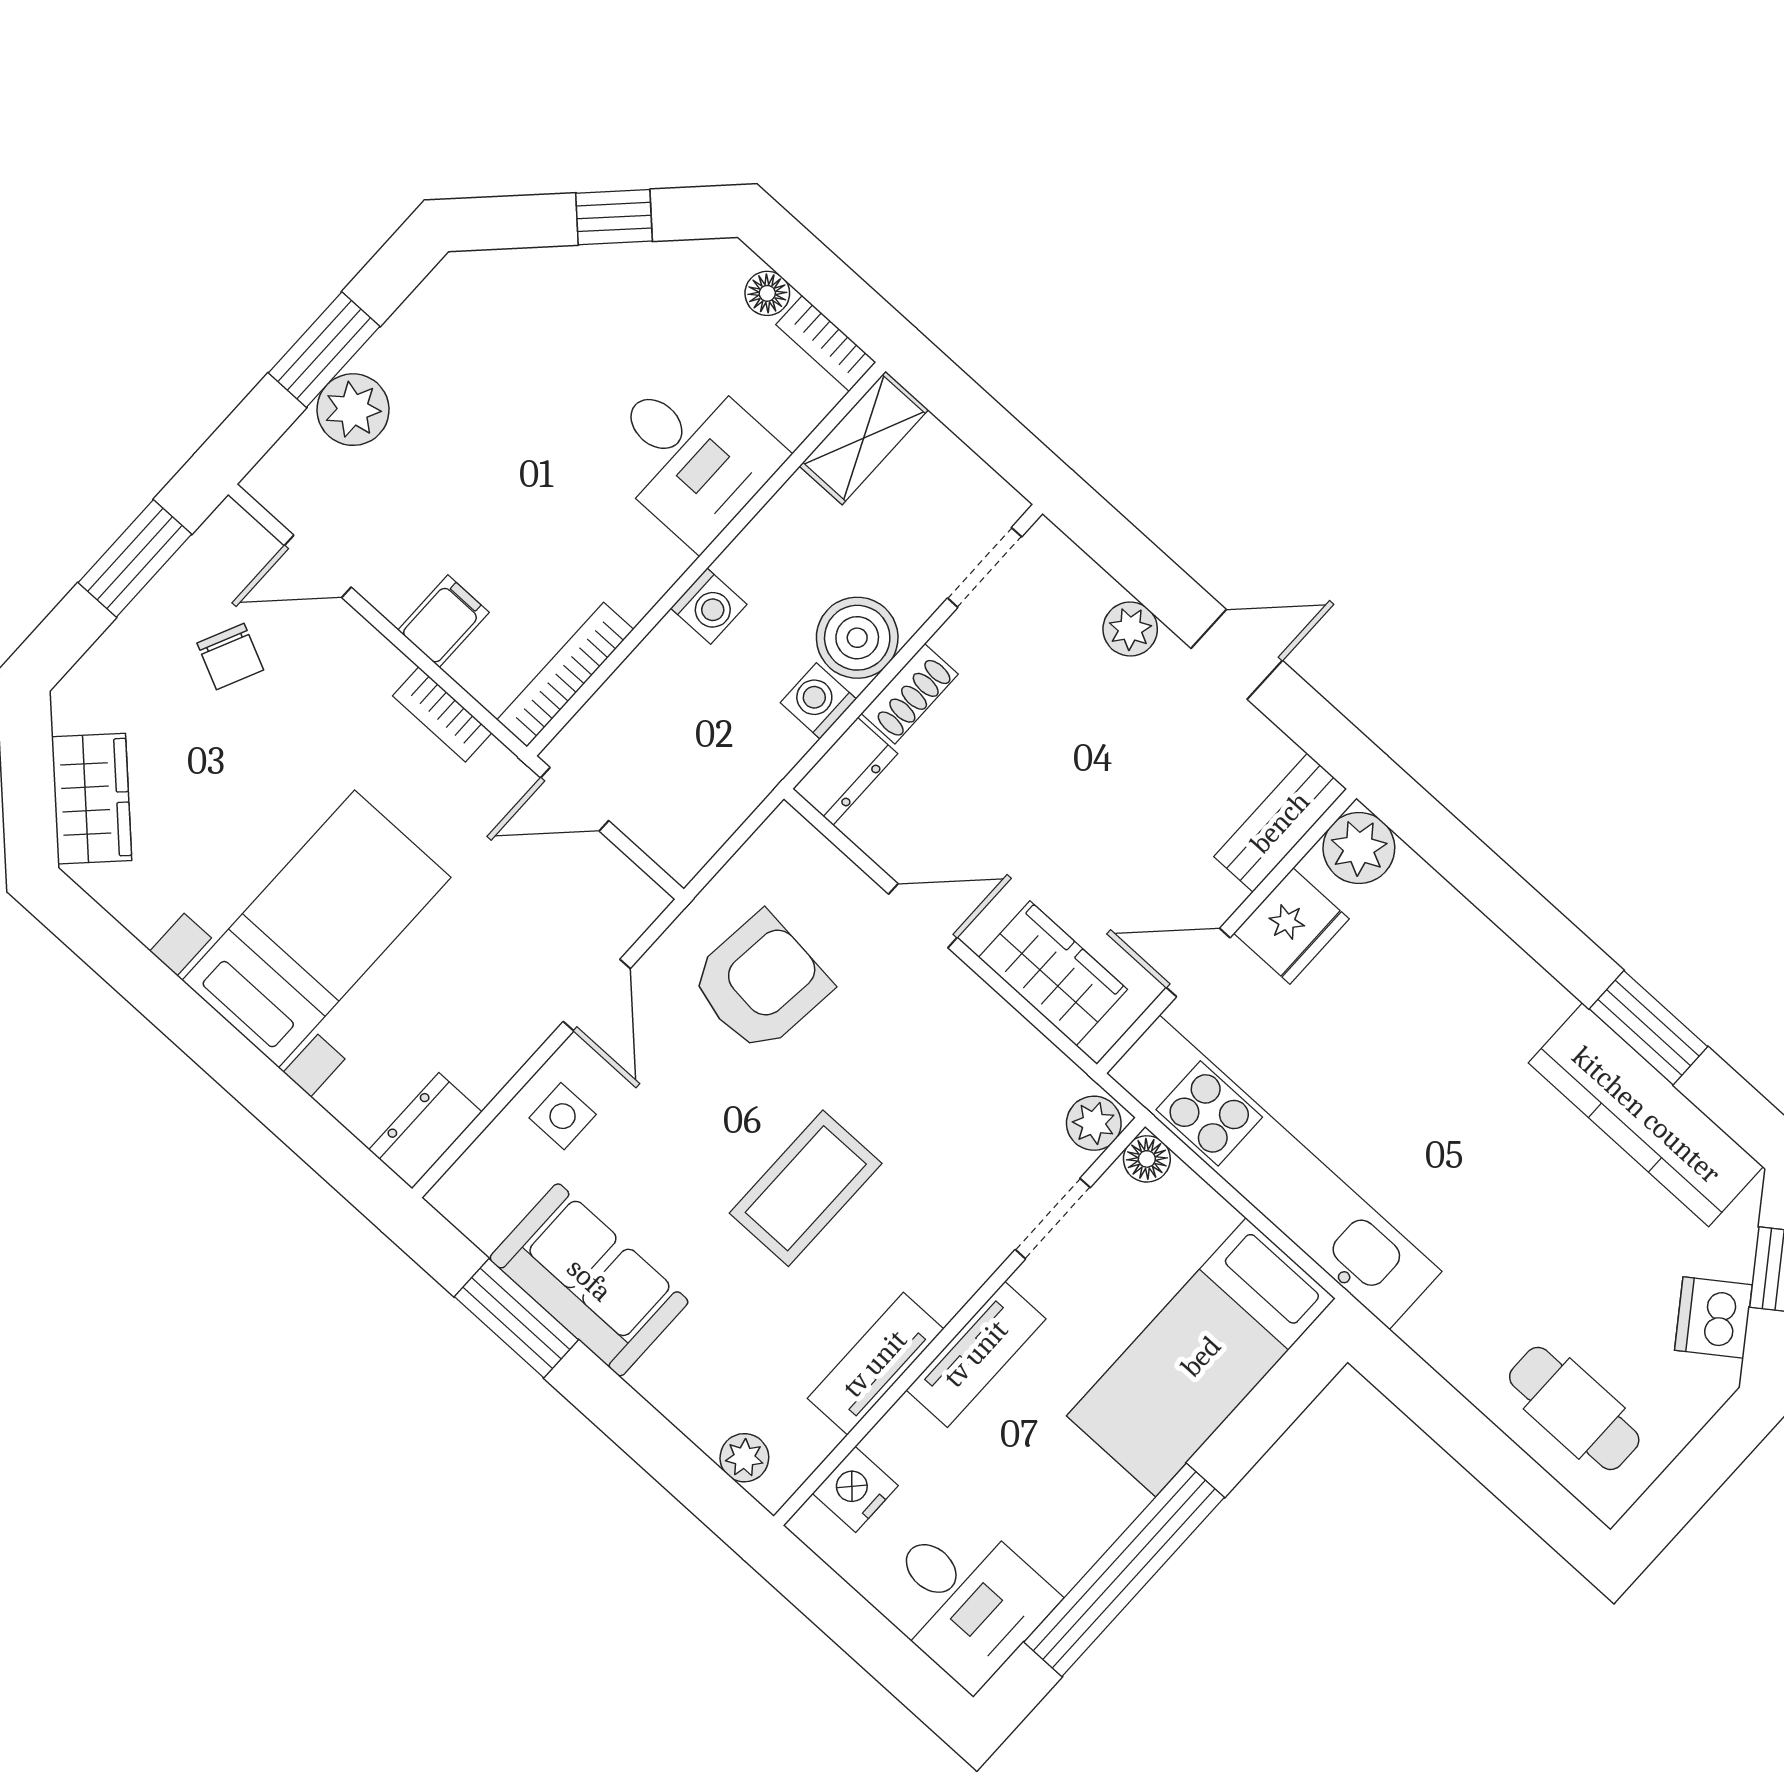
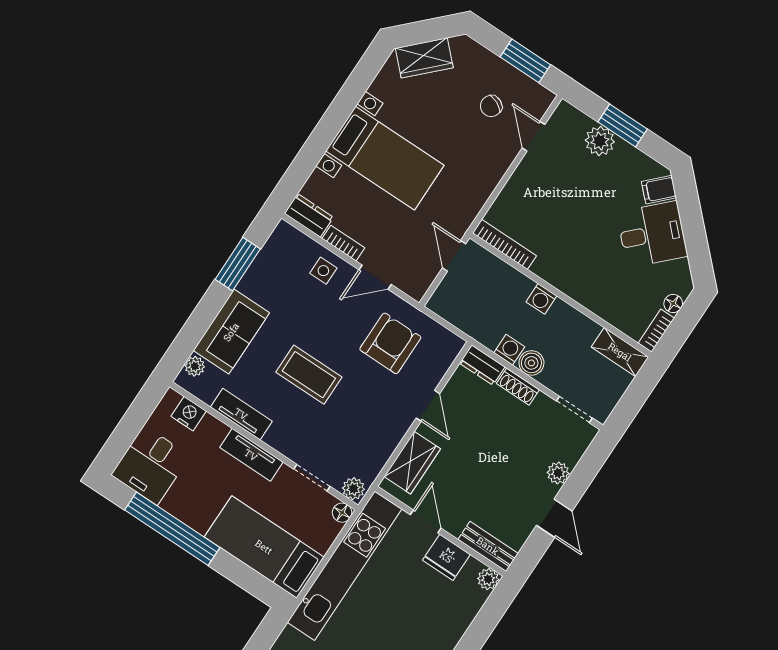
window: (614, 217) -> (695, 236), removed
desk: (691, 455) -> (652, 234), moved, turned -135
filing cabinet: (444, 621) -> (659, 190), moved, turned 135
boiler: (857, 638) -> (531, 363), width x0.73, depth x0.73
bookcase: (442, 714) -> (343, 243), moved, turned 90
plant: (1359, 848) -> (488, 579), width x0.73, depth x0.73
armchair: (760, 983) -> (390, 343), turned -96
sofa: (589, 1280) -> (231, 332), moved

